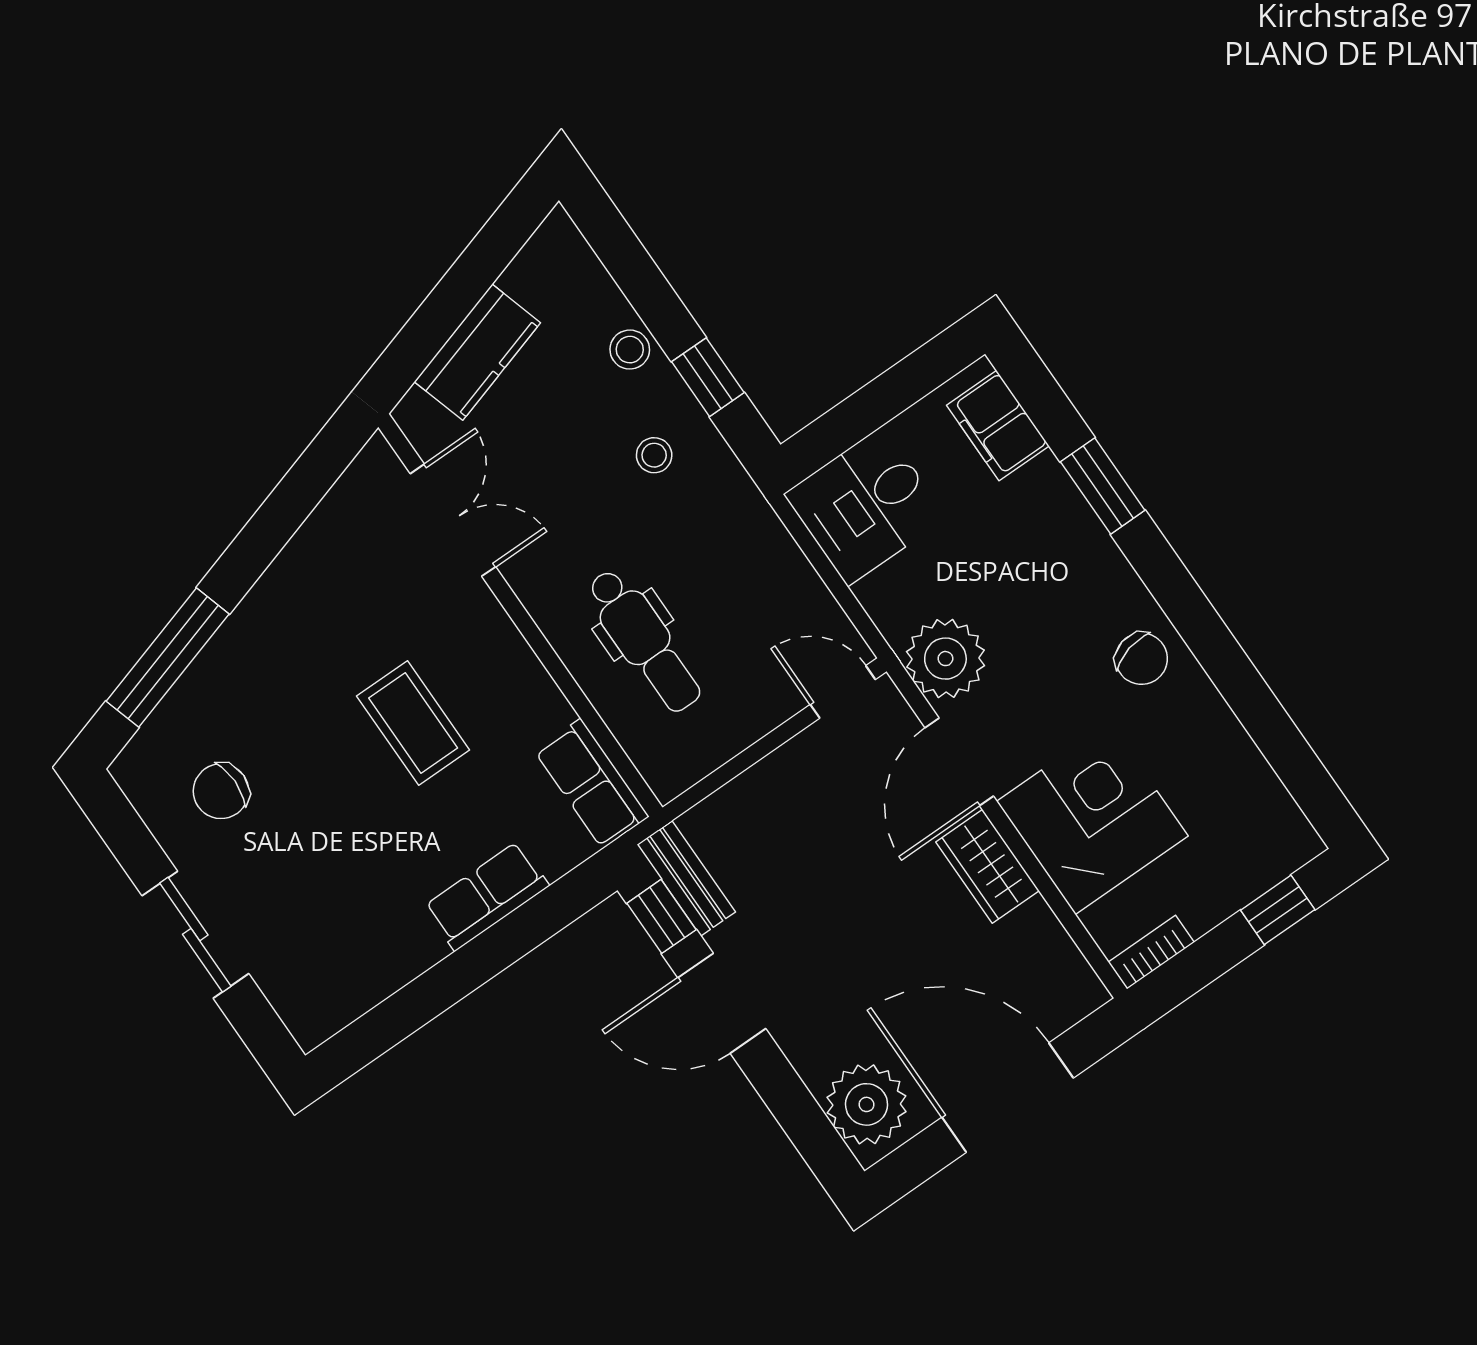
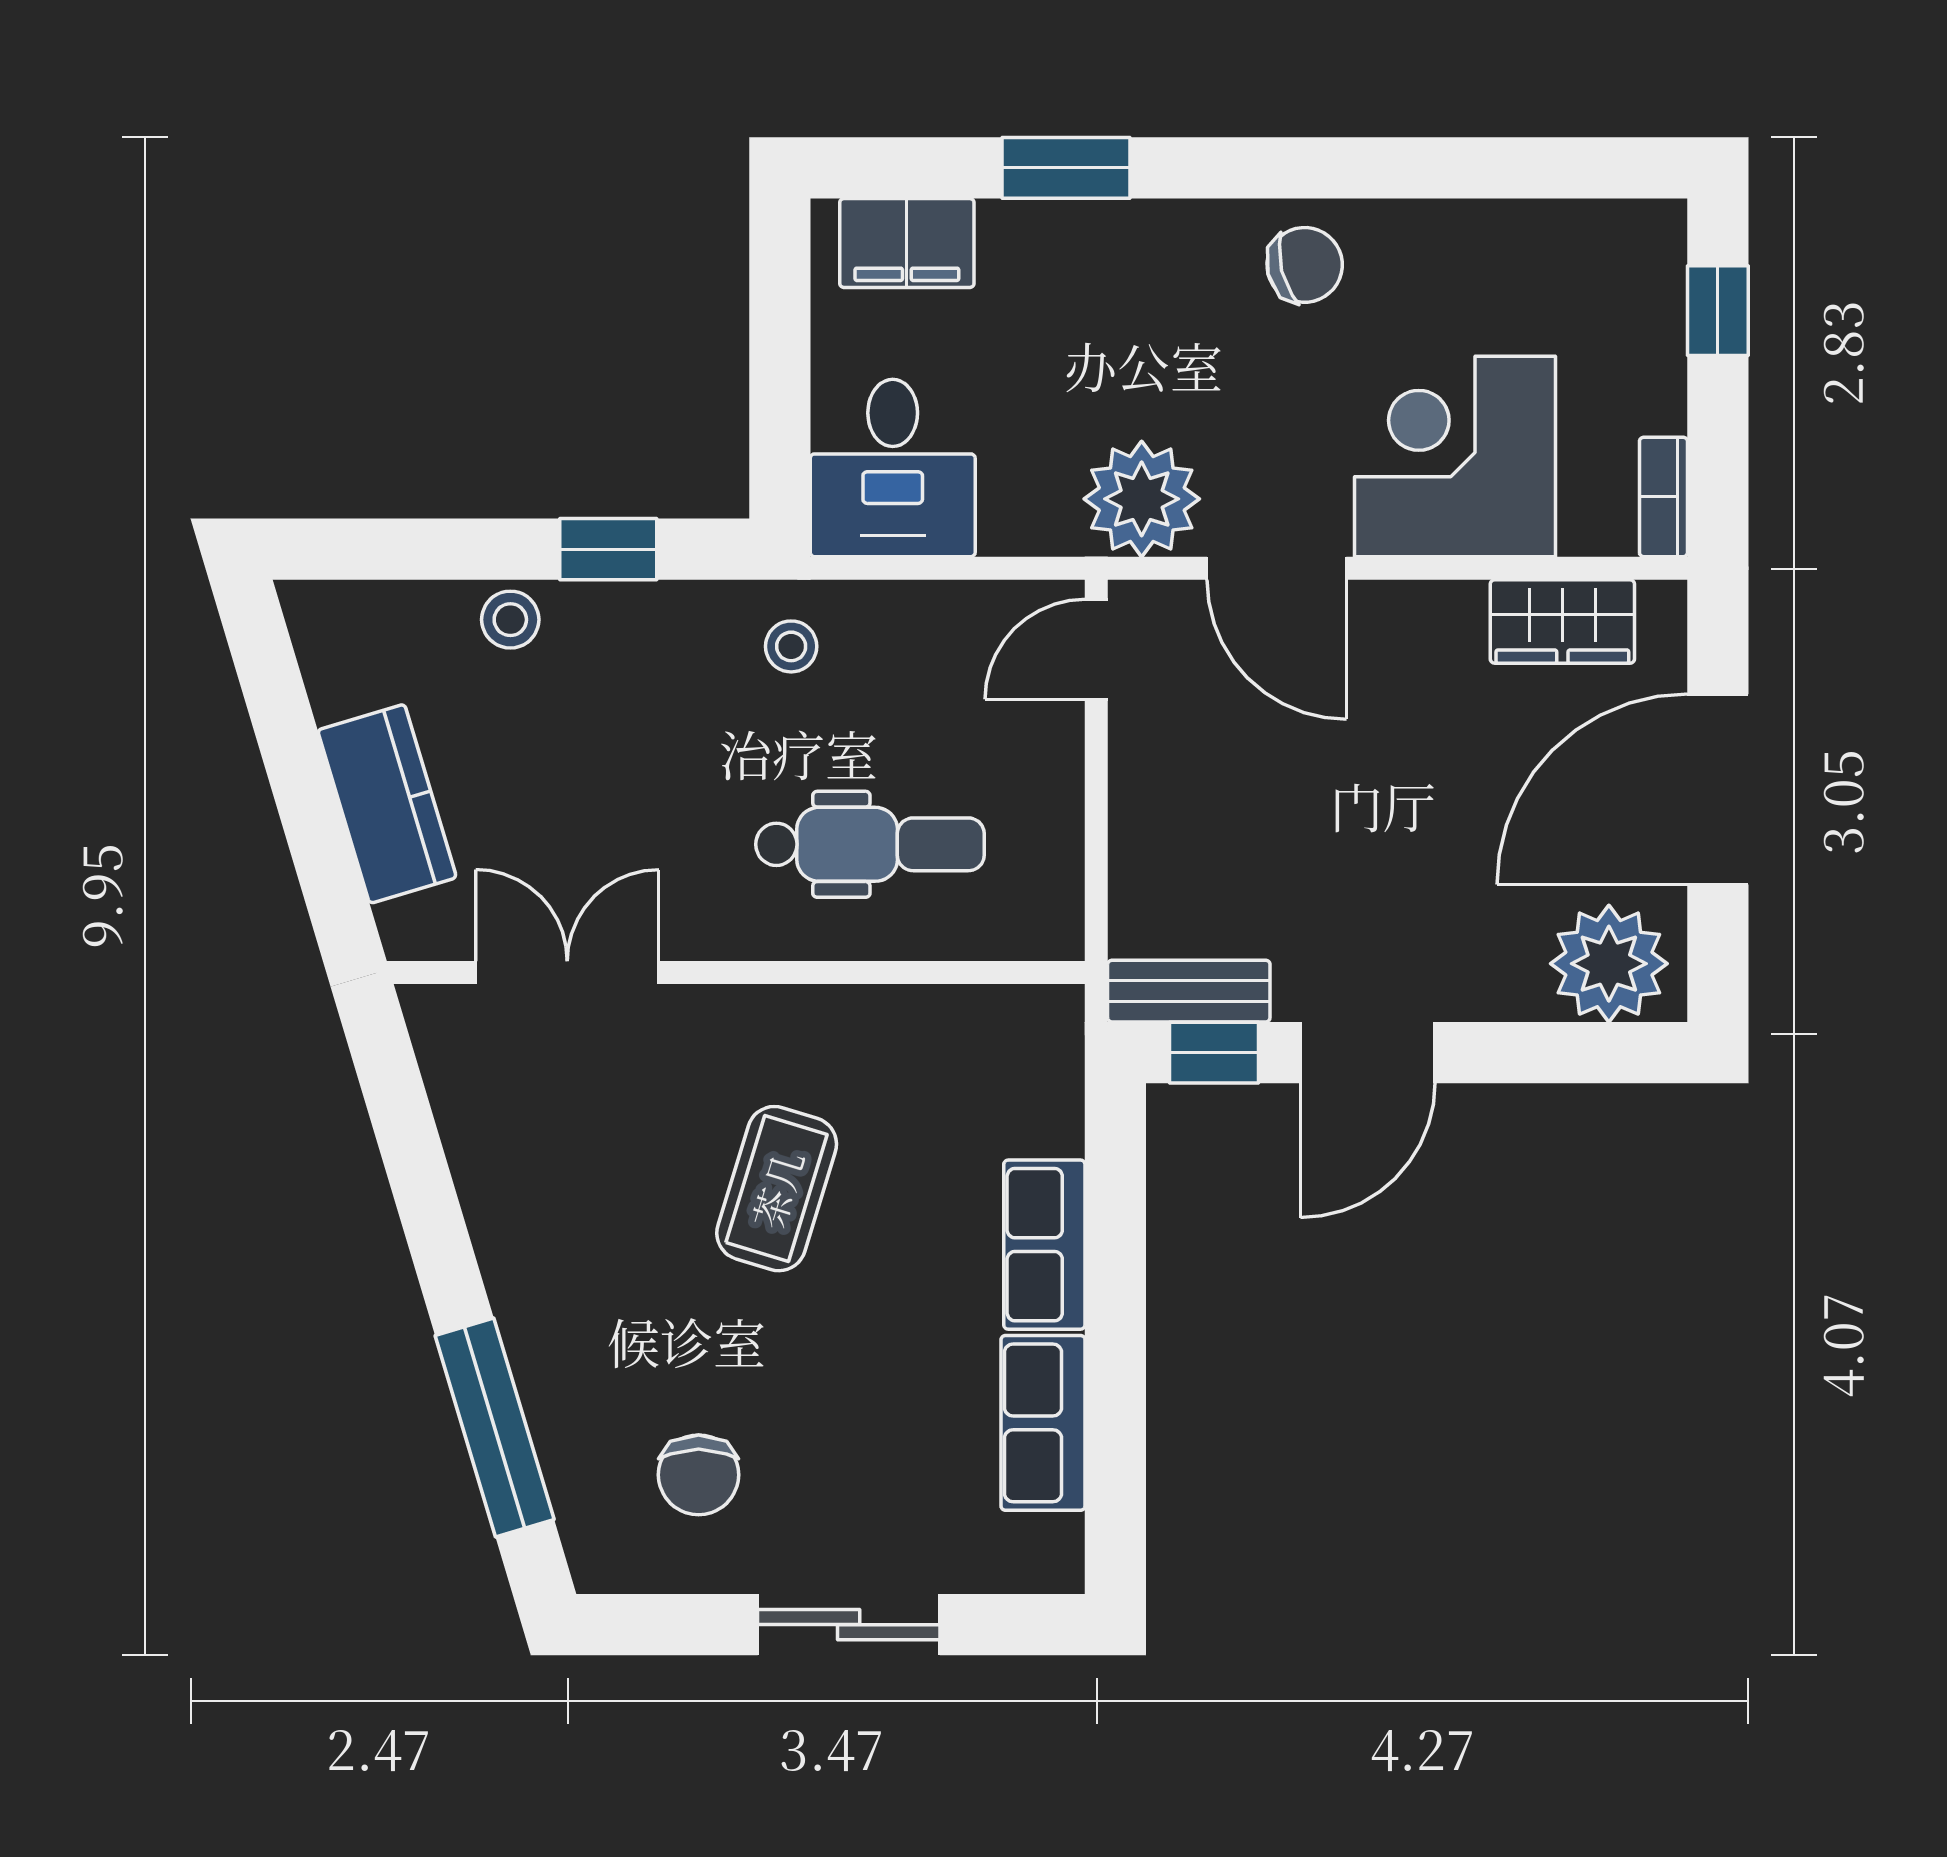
stool: (654, 455) -> (791, 646), moved
coffee table: (413, 723) -> (777, 1189), turned -73
row of seats: (592, 784) -> (1043, 1423), moved, turned 90
wardrobe: (987, 866) -> (1562, 621), moved

